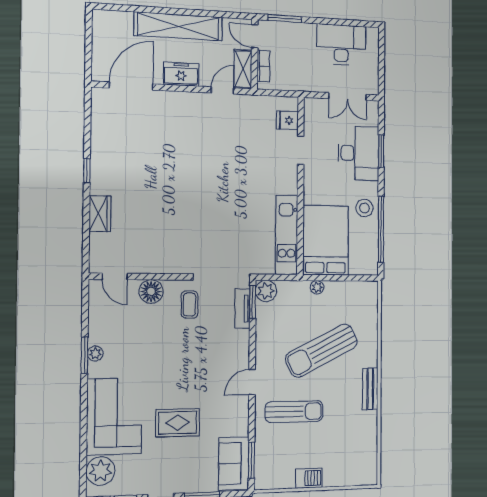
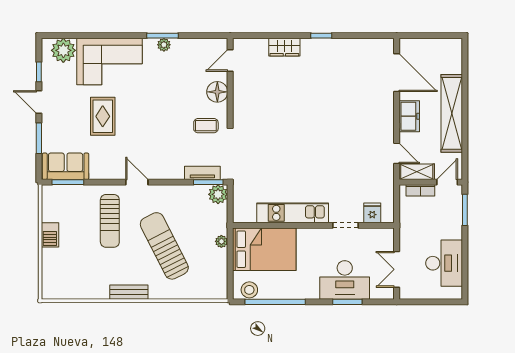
stool: (364, 208) -> (249, 290), moved
kitchen unit: (287, 235) -> (293, 213), moved

